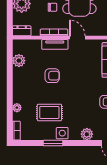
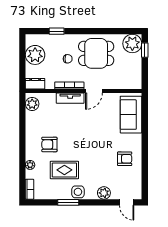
door: (77, 38) -> (94, 91), swing flipped
plant: (19, 61) -> (32, 104), moved
armchair: (52, 76) -> (49, 144), moved, turned 180

